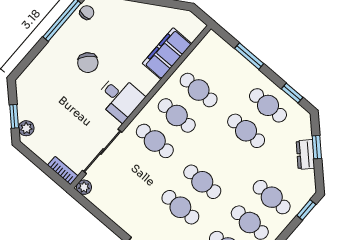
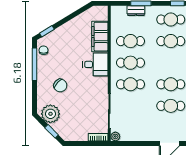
dresser: (236, 60) -> (136, 11), added
chair: (88, 63) -> (60, 85), moved
desk: (120, 98) -> (95, 64), moved
plant: (26, 128) -> (50, 114), moved, width x1.87, depth x1.87

